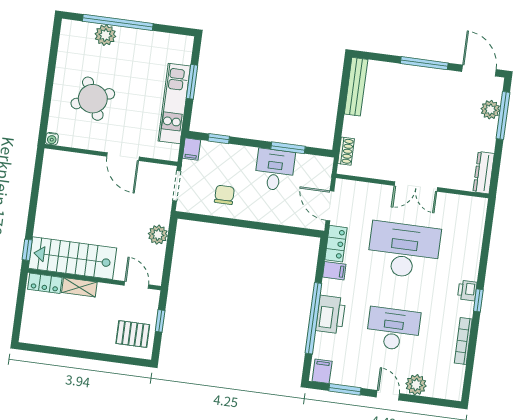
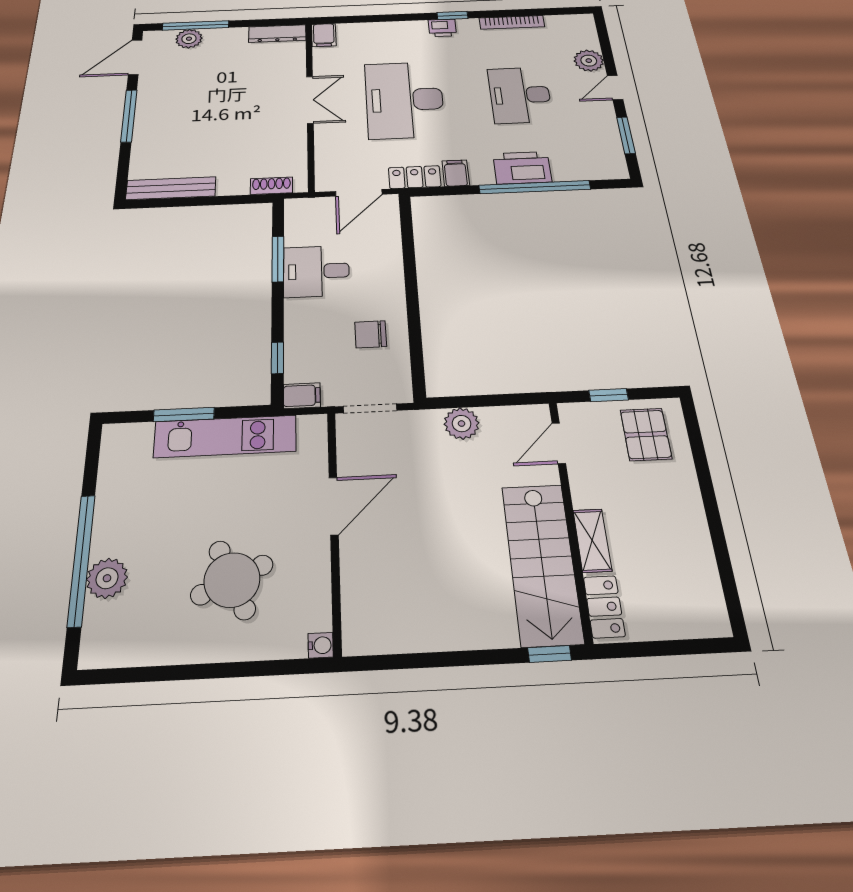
filing cabinet: (322, 371) -> (324, 35), moved, turned -90

